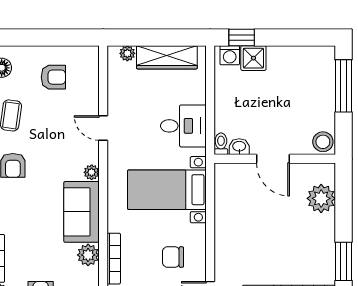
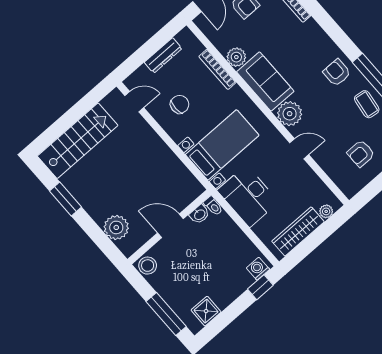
shower: (253, 58) -> (206, 311), moved
desk: (183, 126) -> (248, 196), width x1.37
plant: (92, 172) -> (290, 114), width x1.88, depth x1.88

